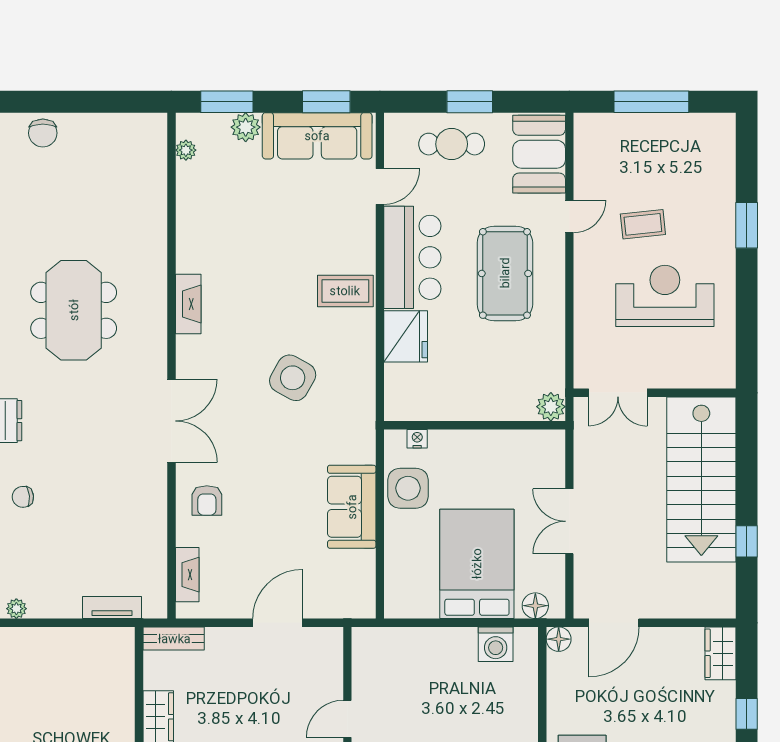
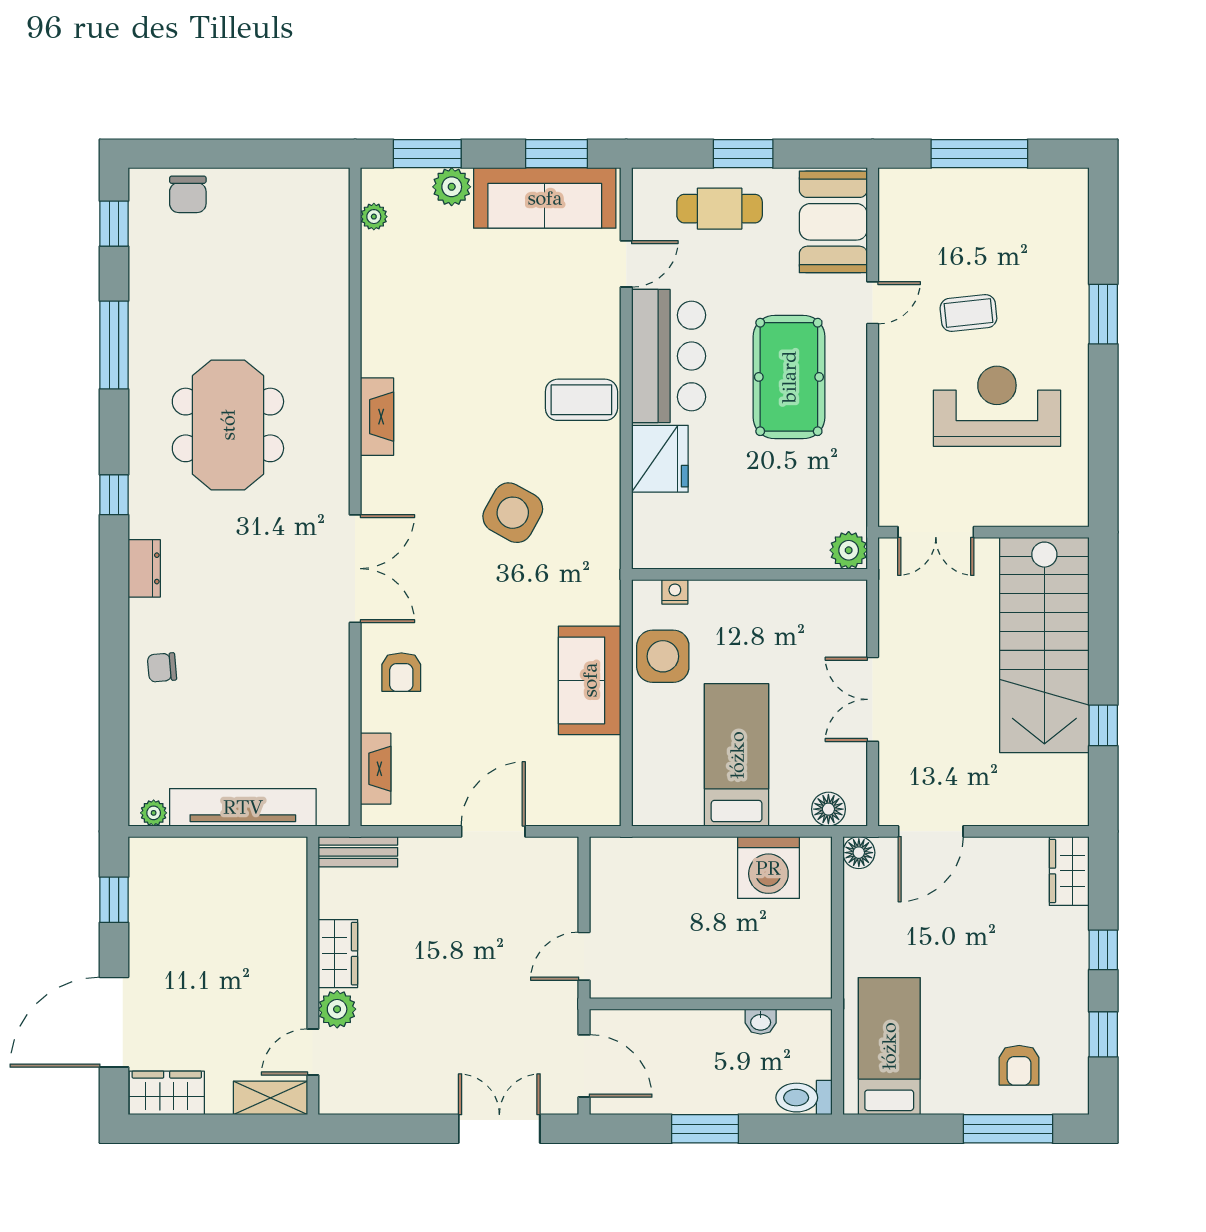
bed: (477, 564) -> (737, 755), width x0.67
tv unit: (112, 608) -> (243, 807), width x1.92, depth x1.29
washing machine: (496, 644) -> (768, 868), width x1.37, depth x1.37

